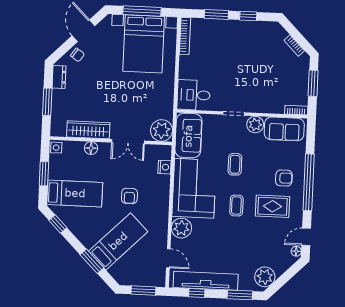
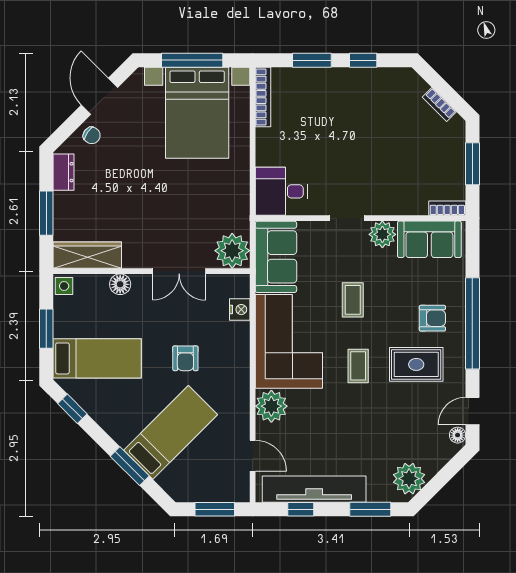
wardrobe: (88, 130) -> (87, 255), moved

